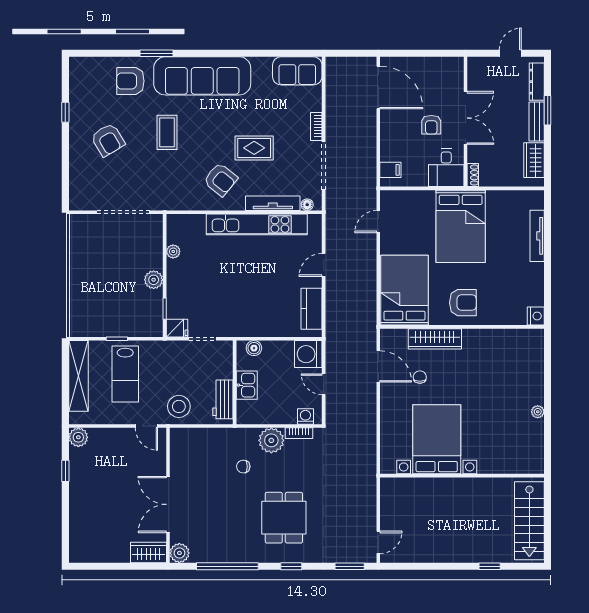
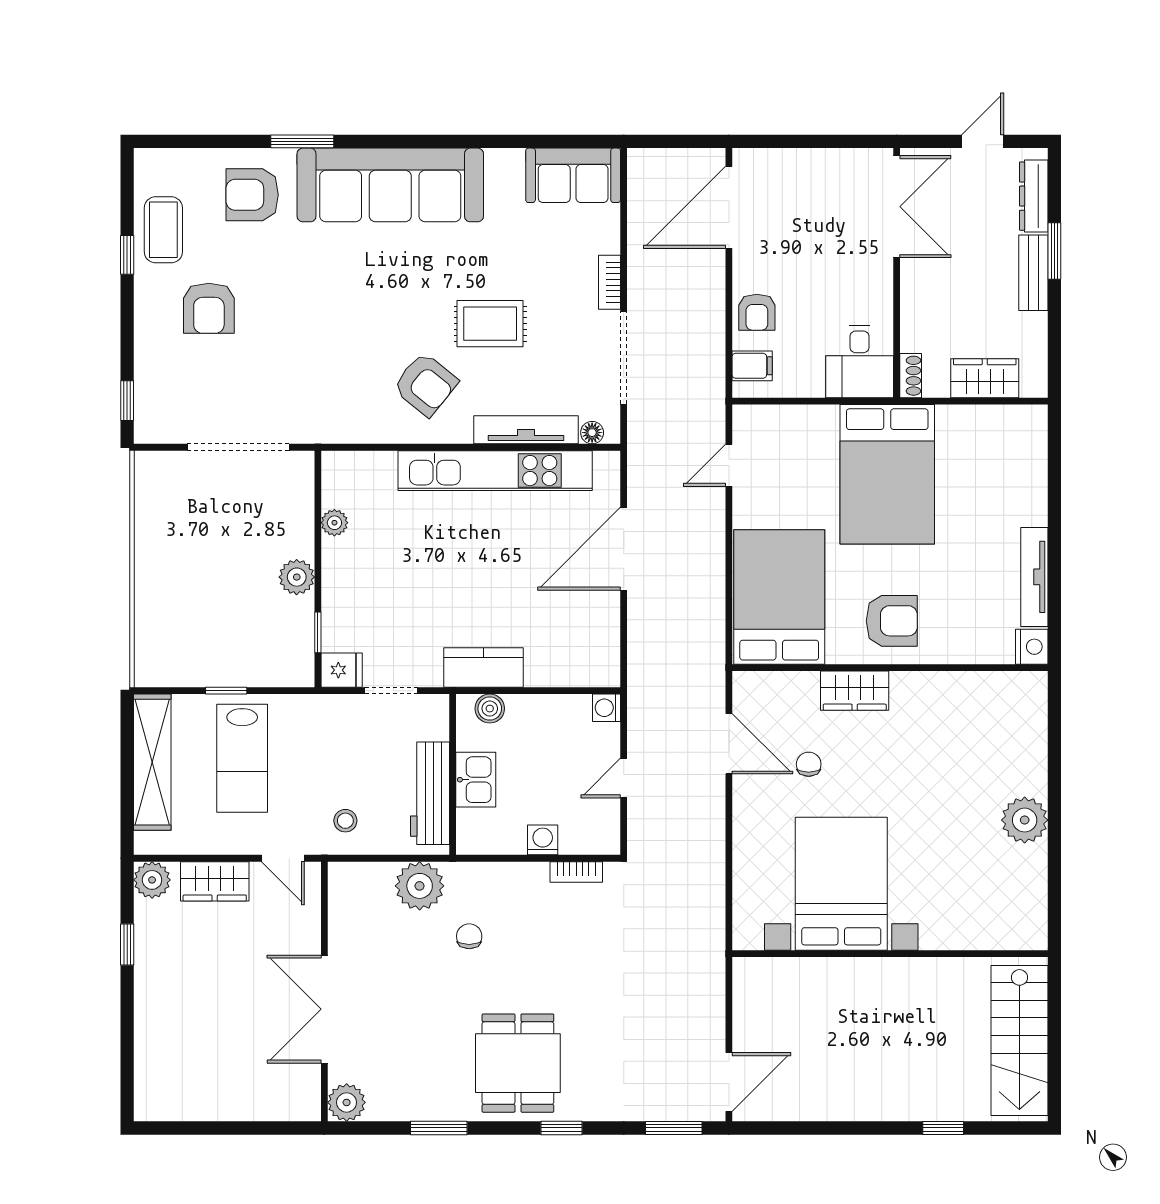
door: (378, 87) -> (729, 207), swing flipped
double door: (465, 118) -> (897, 207), moved
armchair: (431, 125) -> (757, 312), moved
coffee table: (167, 132) -> (163, 230), moved
armchair: (108, 140) -> (209, 308), turned 31
wardrobe: (534, 160) -> (985, 378), moved, turned 90
window: (65, 188) -> (127, 401), added
tv unit: (537, 236) -> (1034, 577), moved
door: (324, 265) -> (624, 549), width x1.87
kitchen counter: (312, 309) -> (484, 667), moved, turned 90
wardrobe: (435, 339) -> (855, 691), width x0.67
washing machine: (308, 354) -> (606, 708), width x0.53, depth x0.53
door: (324, 384) -> (624, 778), hinge flipped
workbench: (223, 399) -> (430, 793), width x1.38
stool: (179, 406) -> (345, 821), width x0.53, depth x0.53
plant: (538, 412) -> (1025, 820), width x1.87, depth x1.87
washing machine: (305, 416) -> (543, 840), moved
plant: (271, 440) -> (420, 886), moved
chair: (243, 467) -> (469, 936), turned 89
dining table: (284, 518) -> (518, 1063), moved
door: (378, 542) -> (729, 1082), width x1.38
wardrobe: (148, 552) -> (215, 881), moved, turned 180
window: (227, 566) -> (439, 1128), width x0.47

